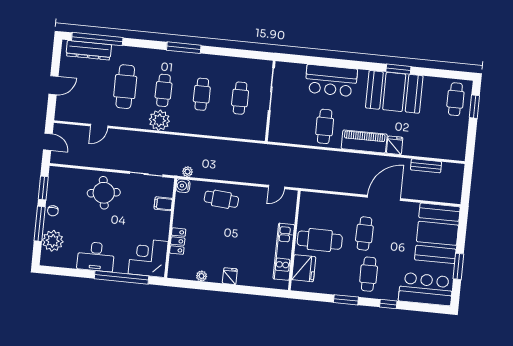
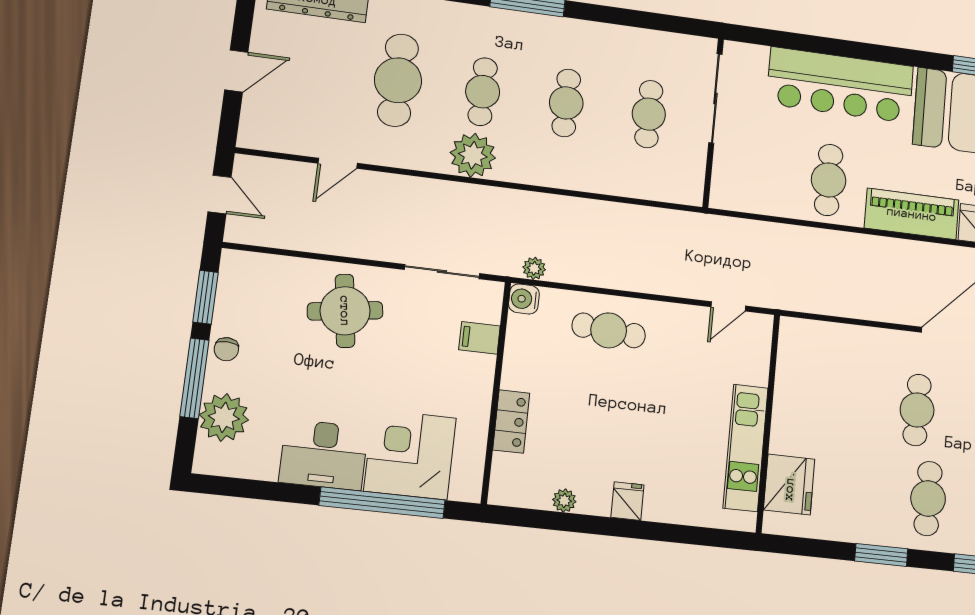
bar counter: (331, 81) -> (840, 85), width x1.36
cafe table: (320, 240) -> (823, 423), removed
corner desk: (148, 258) -> (410, 454), moved

